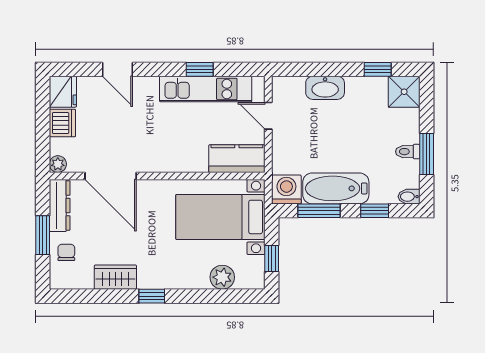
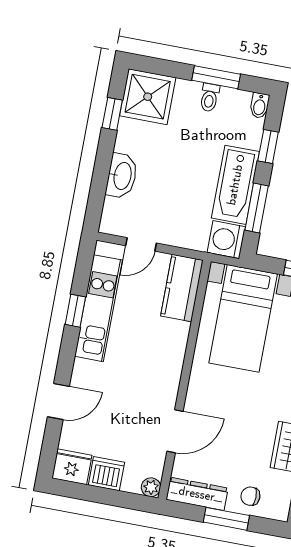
shower: (404, 92) -> (148, 97), width x1.36, depth x1.36
door: (111, 176) -> (175, 431), width x0.73

